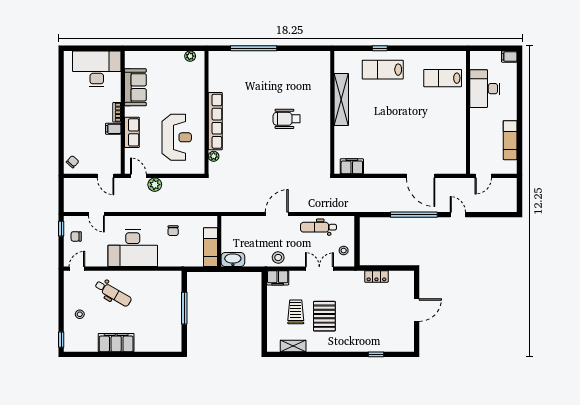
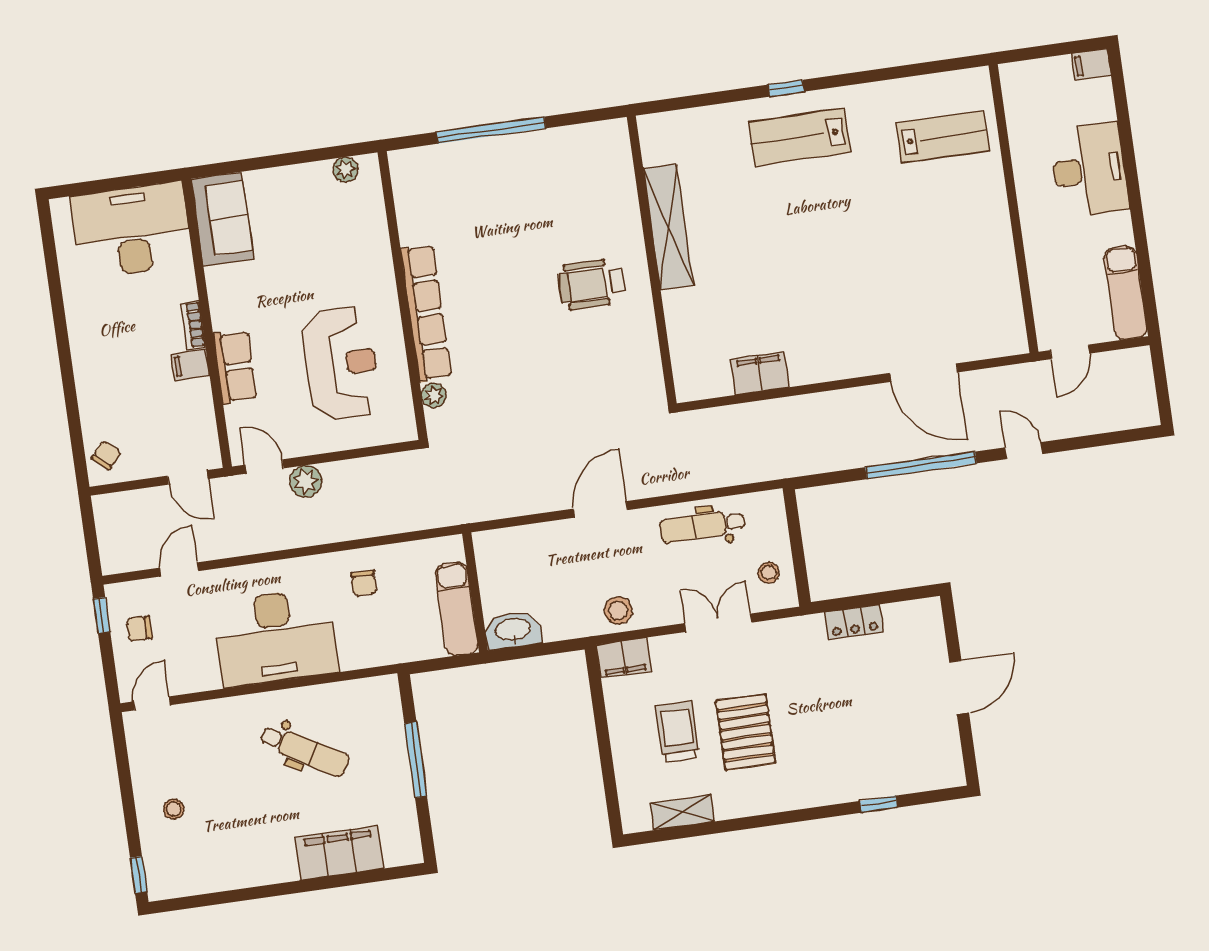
lab bench: (443, 78) -> (943, 137), turned 180
sofa: (135, 87) -> (222, 219), moved
desk: (485, 89) -> (1089, 170), moved, turned 180
shelving: (341, 100) -> (669, 227), moved
wall: (332, 112) -> (652, 260), moved
exam couch: (510, 140) -> (1126, 293), moved
door: (96, 214) -> (179, 569), swing flipped
dental chair: (113, 293) -> (305, 750), moved
filing cabinet: (116, 343) -> (340, 853), moved

